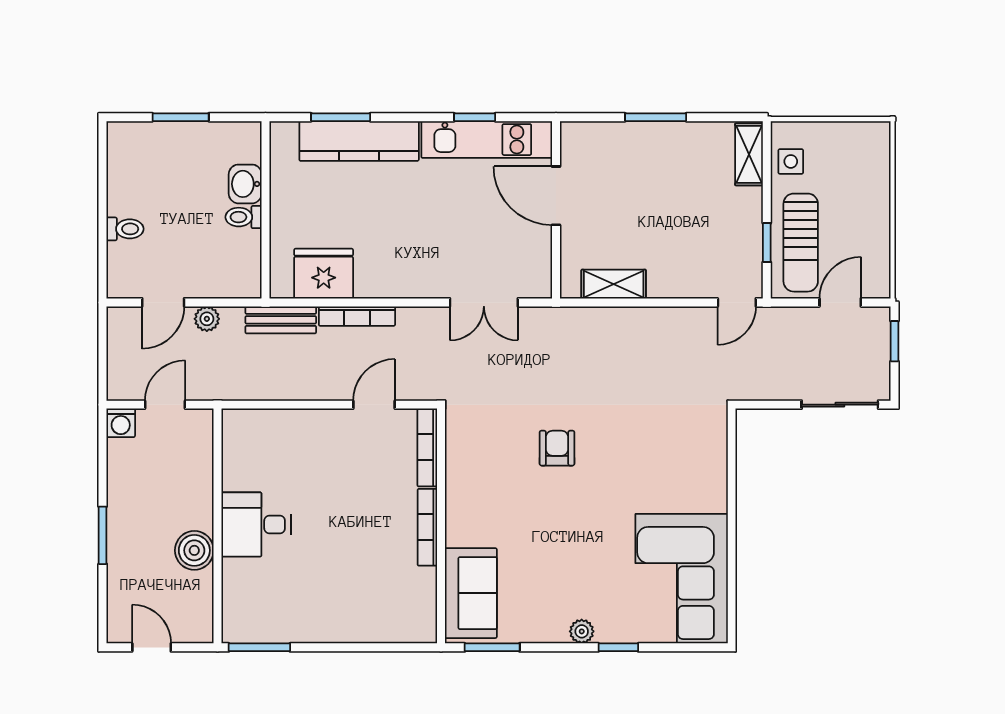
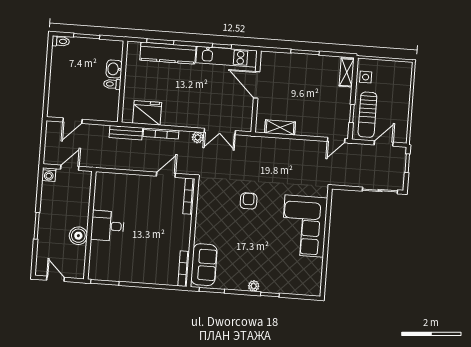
toilet: (125, 229) -> (61, 41), moved
plant: (207, 319) -> (198, 137), moved
bookcase: (427, 527) -> (184, 269), moved
corner sofa: (682, 579) -> (304, 226), moved

